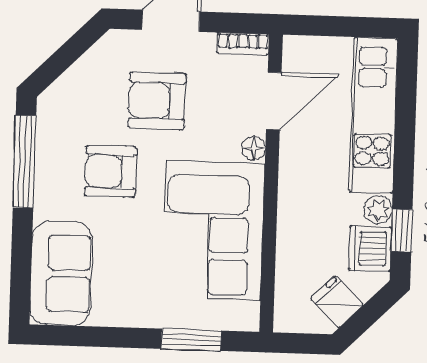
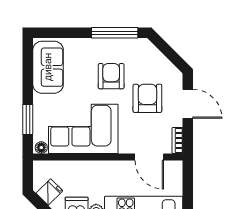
floor lamp: (254, 148) -> (41, 148), moved
sofa: (61, 273) -> (48, 67), moved, turned -90

